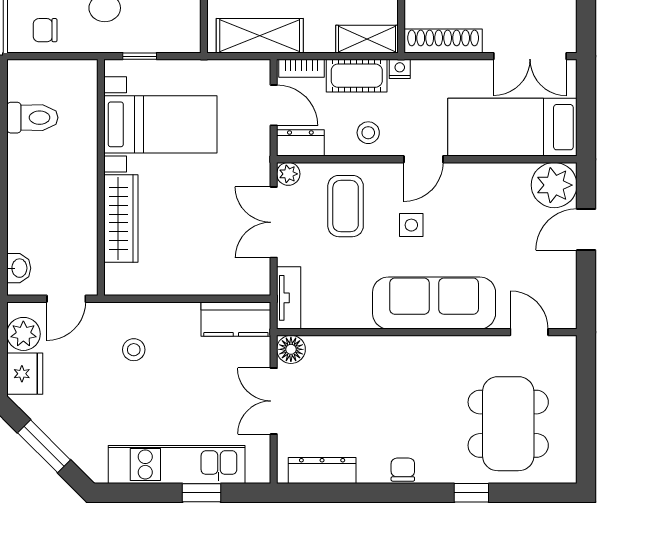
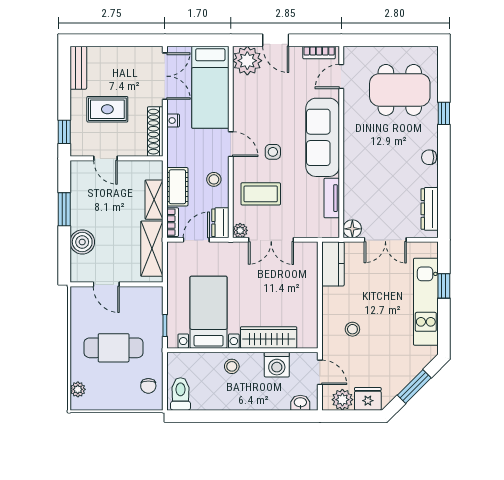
shelving: (367, 39) -> (154, 200), moved
nightstand: (400, 69) -> (173, 121), moved
toilet: (32, 118) -> (180, 394), moved
stool: (76, 161) -> (232, 366), added
washing machine: (78, 231) -> (277, 365), added
bookcase: (567, 297) -> (319, 53), added
tv unit: (289, 298) -> (332, 198), moved, turned -90

